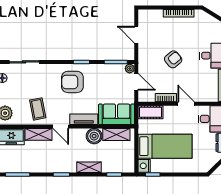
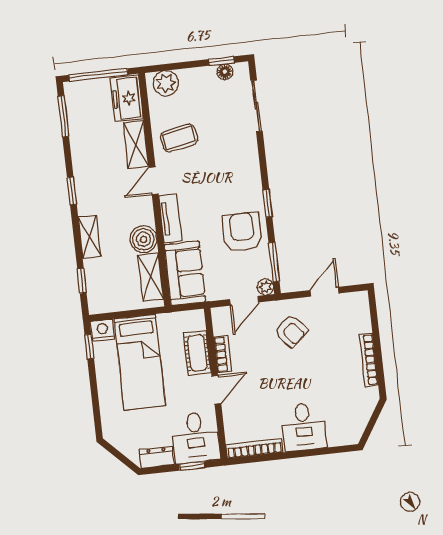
armchair: (173, 59) -> (291, 331), moved
armchair: (72, 82) -> (242, 232), moved
cot: (151, 112) -> (197, 353), moved

